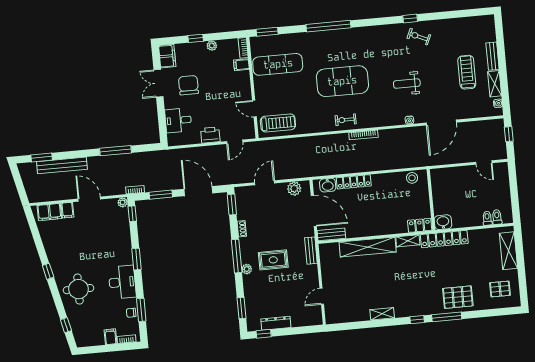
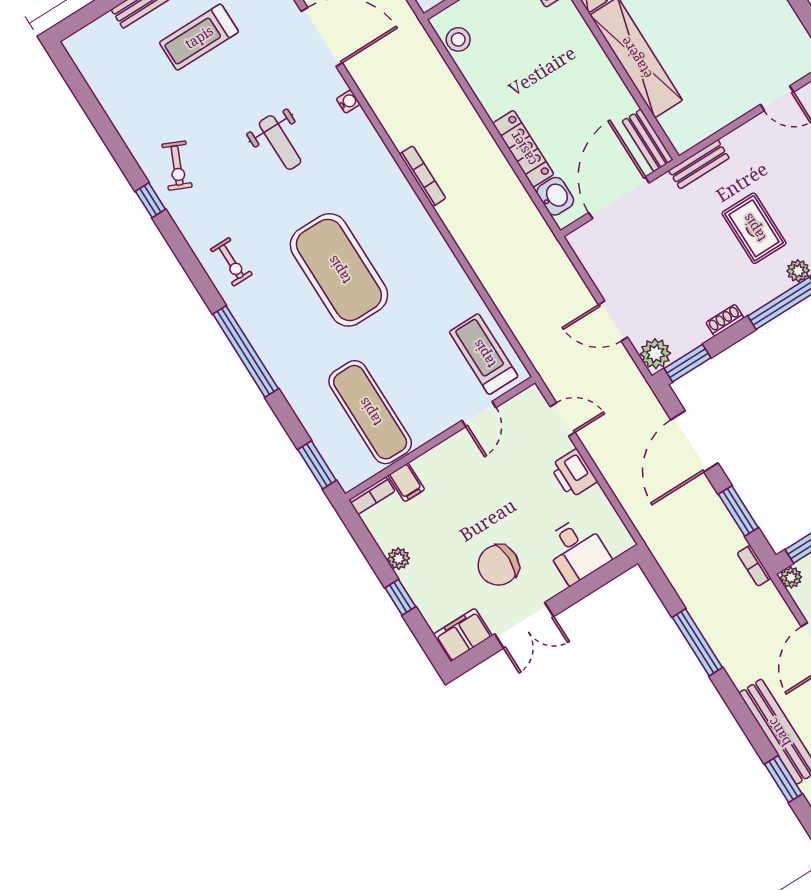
exercise bike: (346, 120) -> (231, 262), moved
plant: (294, 189) -> (655, 354), moved

